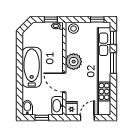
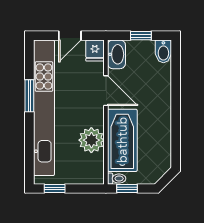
stool: (74, 29) -> (92, 174), removed
window: (113, 38) -> (29, 160), removed
plant: (74, 62) -> (91, 140), moved
window: (113, 63) -> (29, 96), moved
bathtub: (32, 67) -> (122, 140), moved, turned 180

